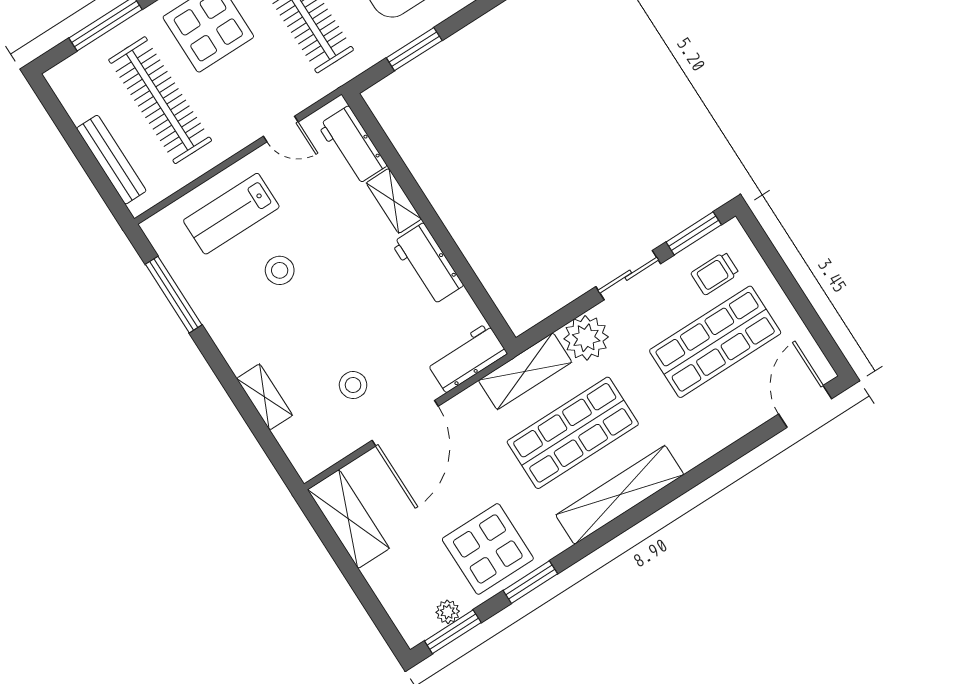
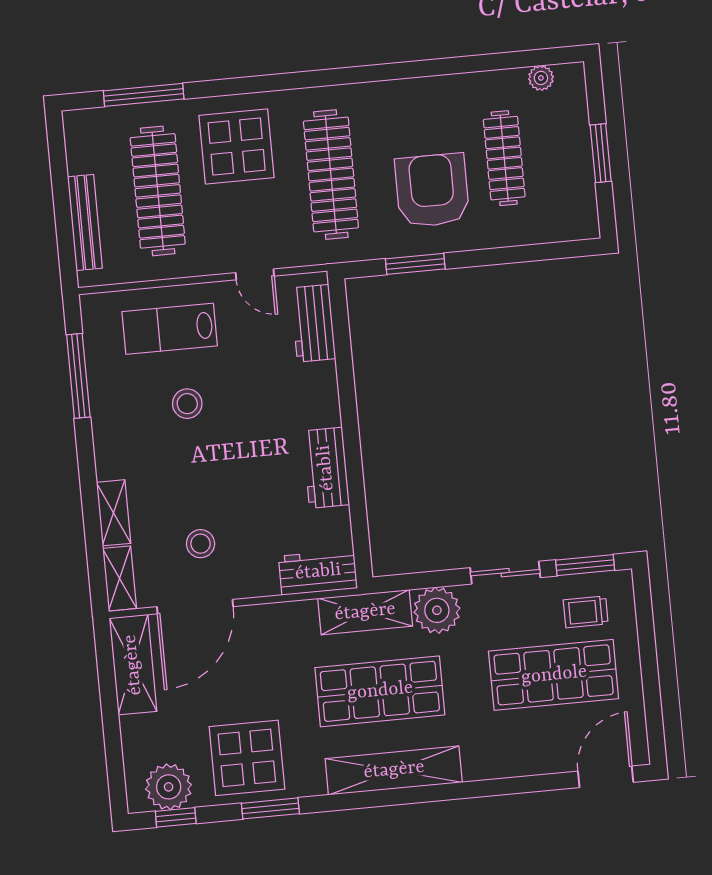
shelving: (394, 201) -> (120, 578), moved
door: (405, 423) -> (195, 607), moved
plant: (448, 612) -> (169, 787), width x1.88, depth x1.88
window: (453, 632) -> (176, 817), width x0.67

